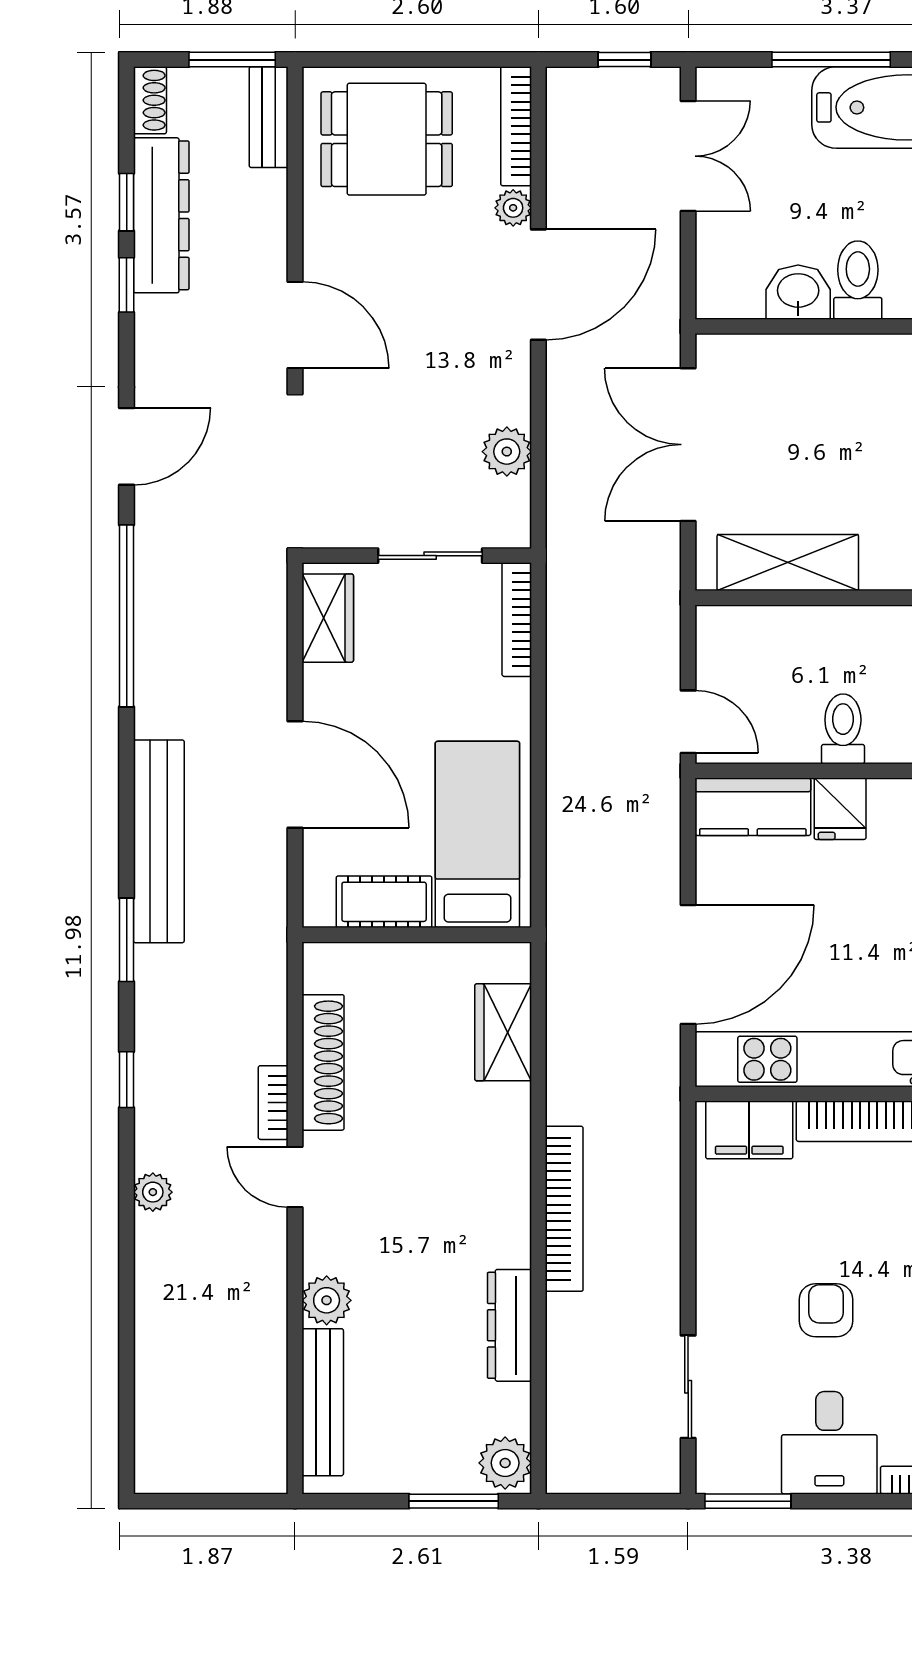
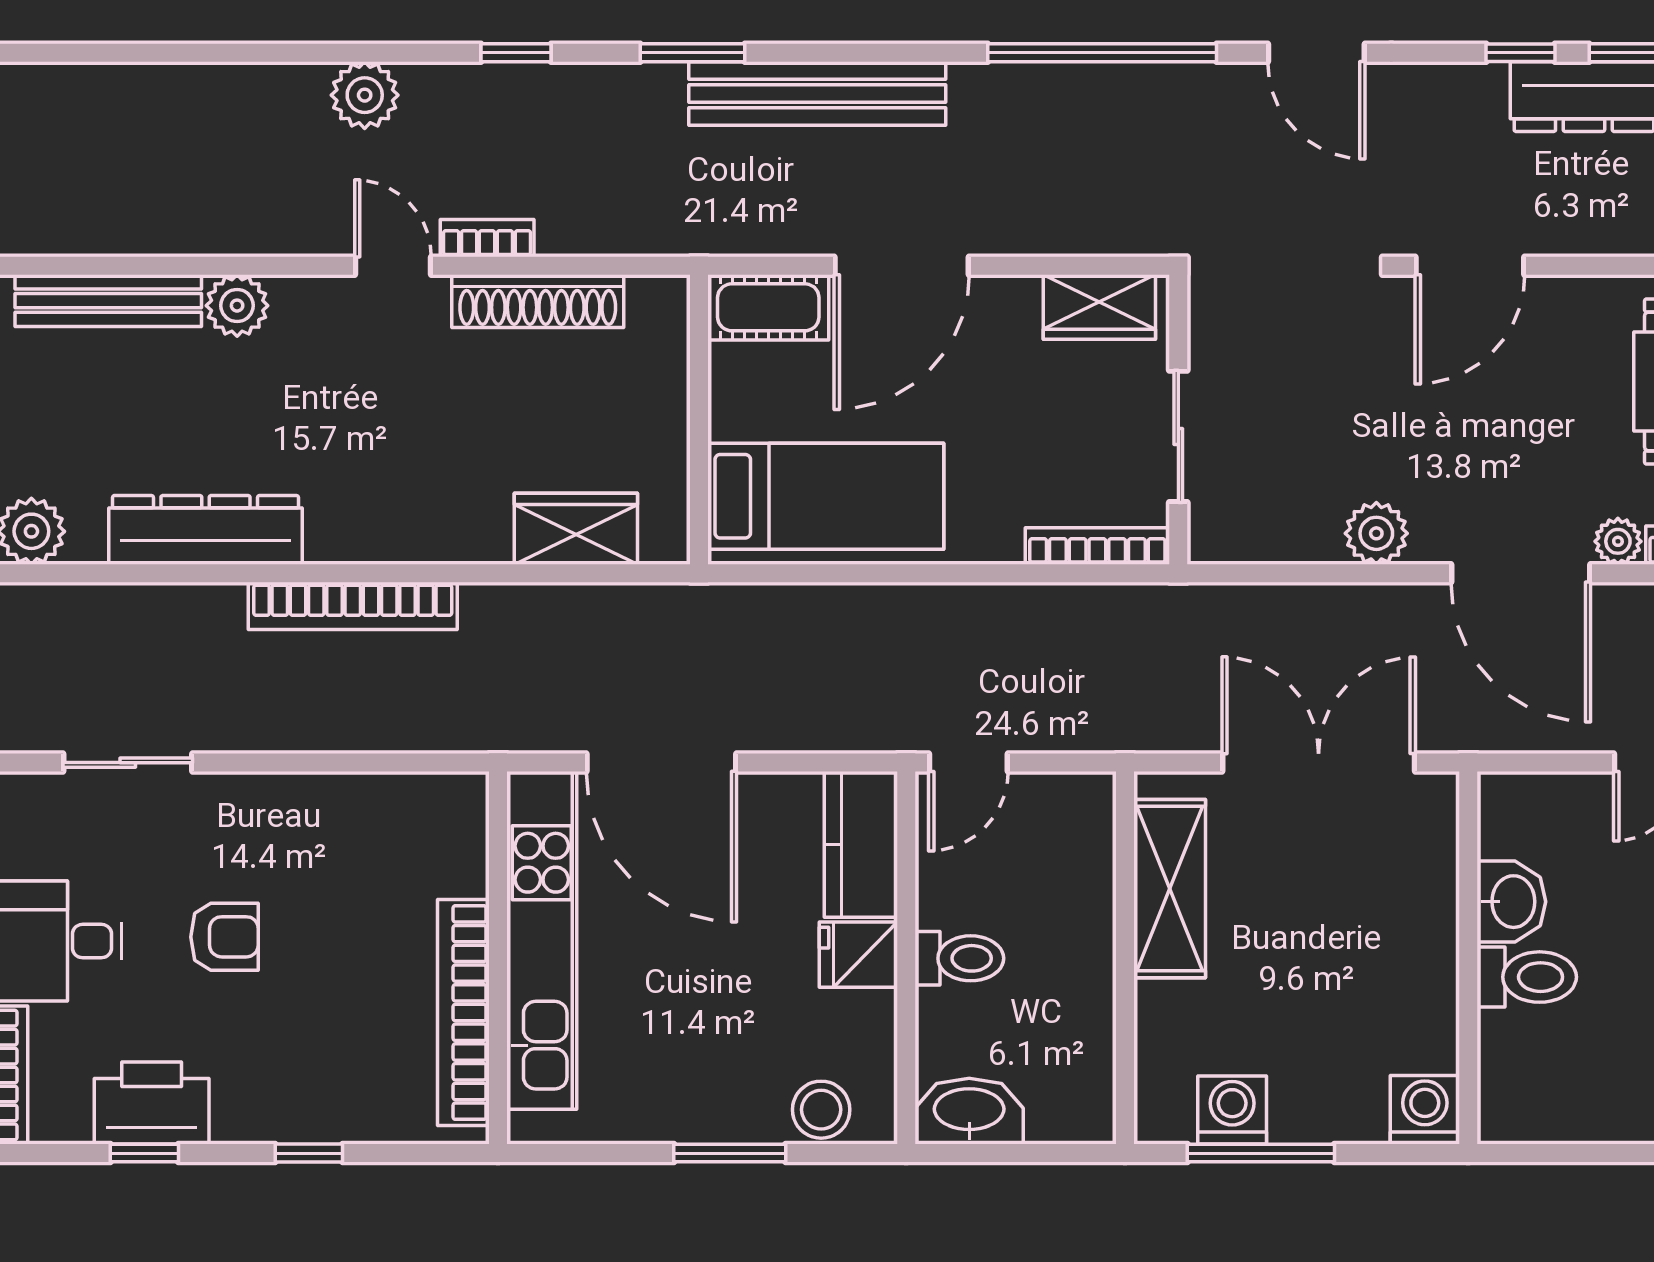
plant: (507, 452) -> (1376, 533), moved
cot: (384, 902) -> (768, 307), moved, turned 90
filing cabinet: (749, 1130) -> (452, 840), removed
door: (295, 1177) -> (393, 266), hinge flipped
plant: (153, 1192) -> (365, 95), width x1.38, depth x1.38
dresser: (509, 1325) -> (205, 530), width x1.37, depth x1.24

